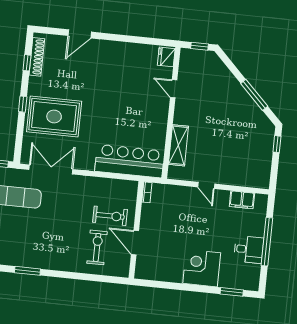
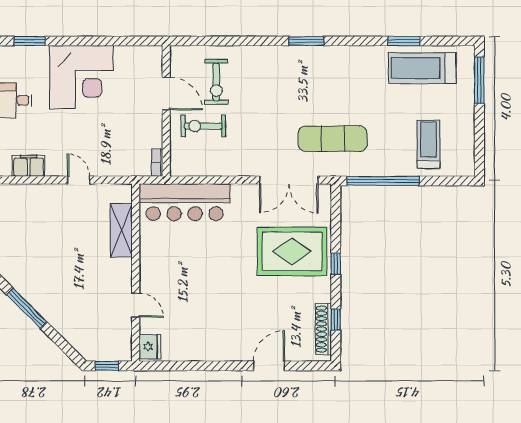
corner desk: (202, 268) -> (81, 77), width x1.36, depth x1.36

